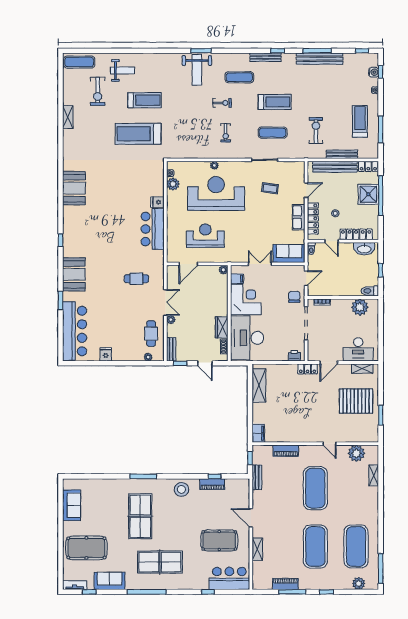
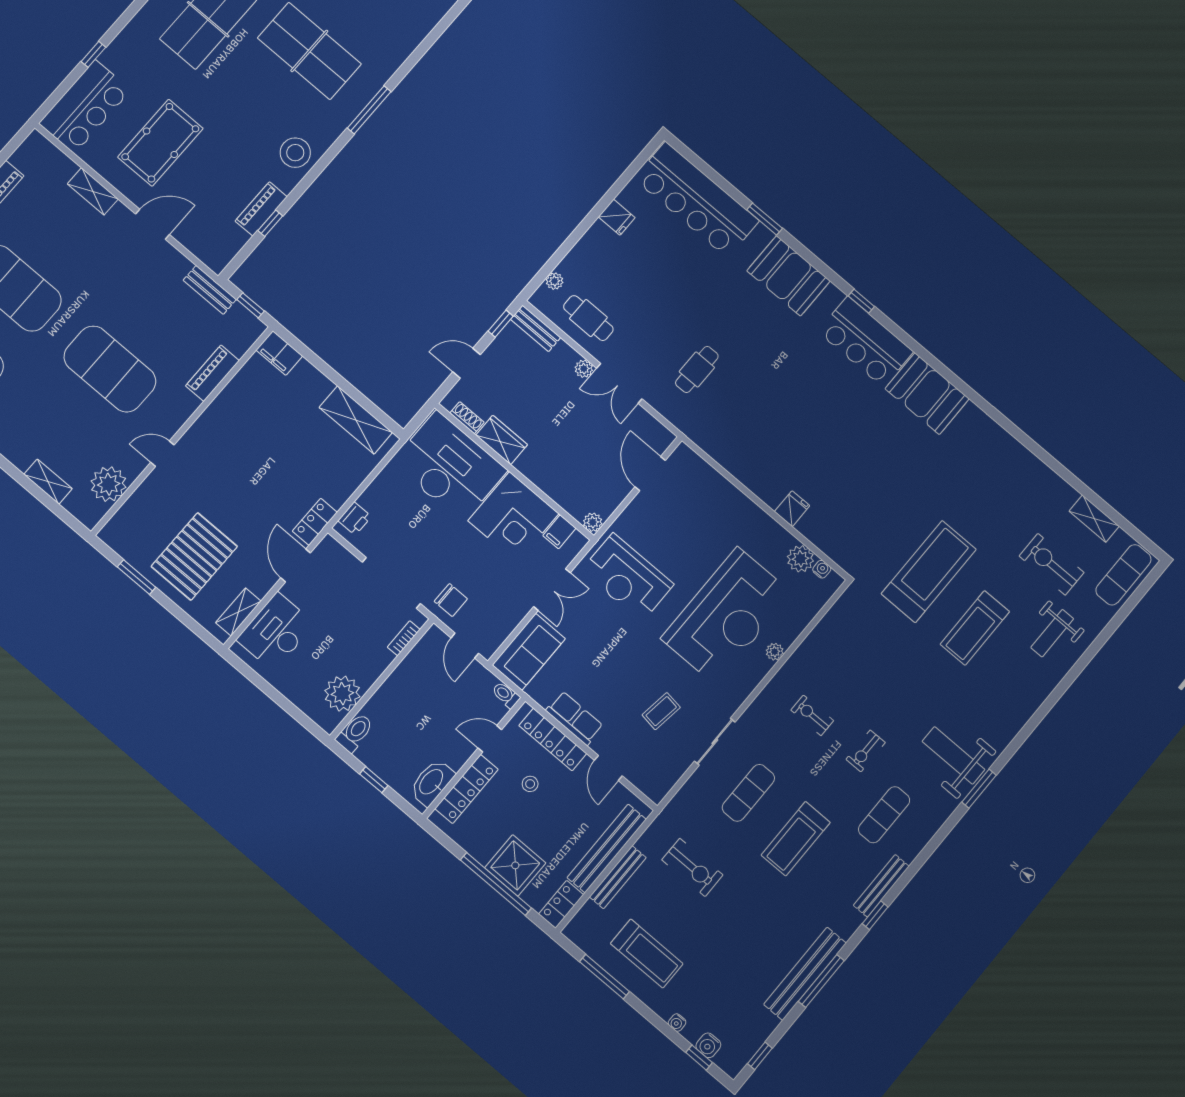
shelving: (68, 117) -> (1094, 519), moved
bar counter: (153, 229) -> (865, 342), moved, turned 180
reception desk: (205, 236) -> (627, 577), moved, turned 90

